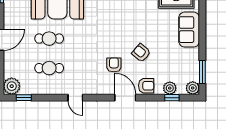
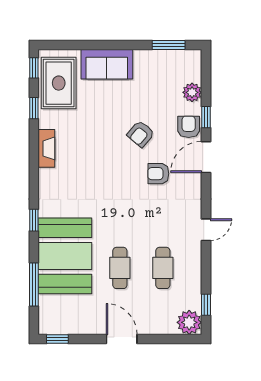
plant: (193, 88) -> (192, 59), removed
window: (172, 98) -> (206, 117), moved

